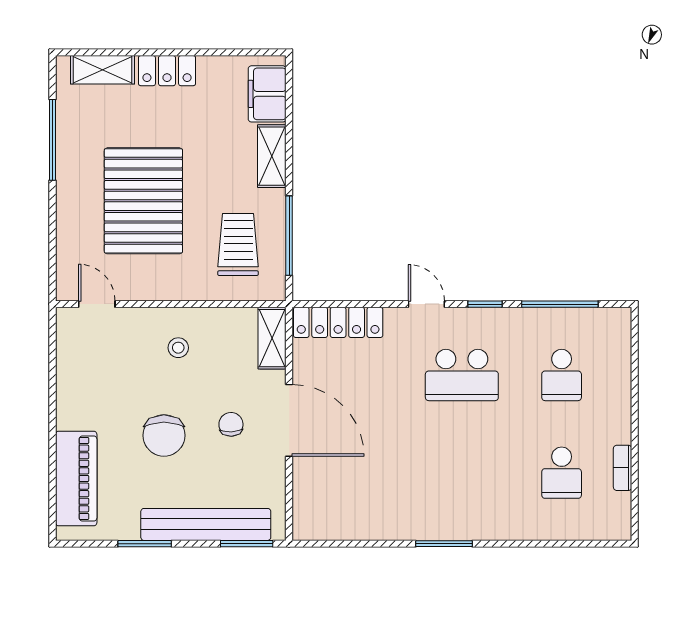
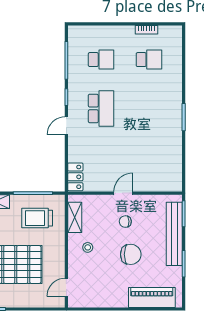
locker: (338, 322) -> (75, 177), width x0.66
shelving: (272, 338) -> (75, 217), moved, turned 90
door: (289, 420) -> (123, 193), width x0.53

